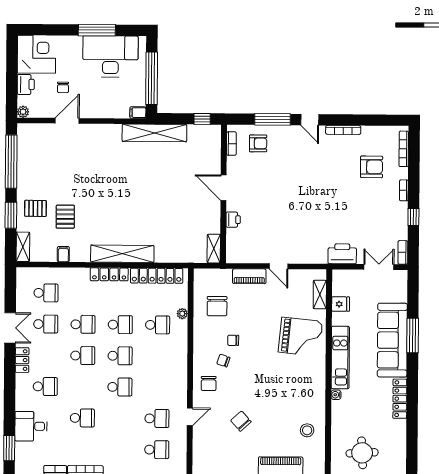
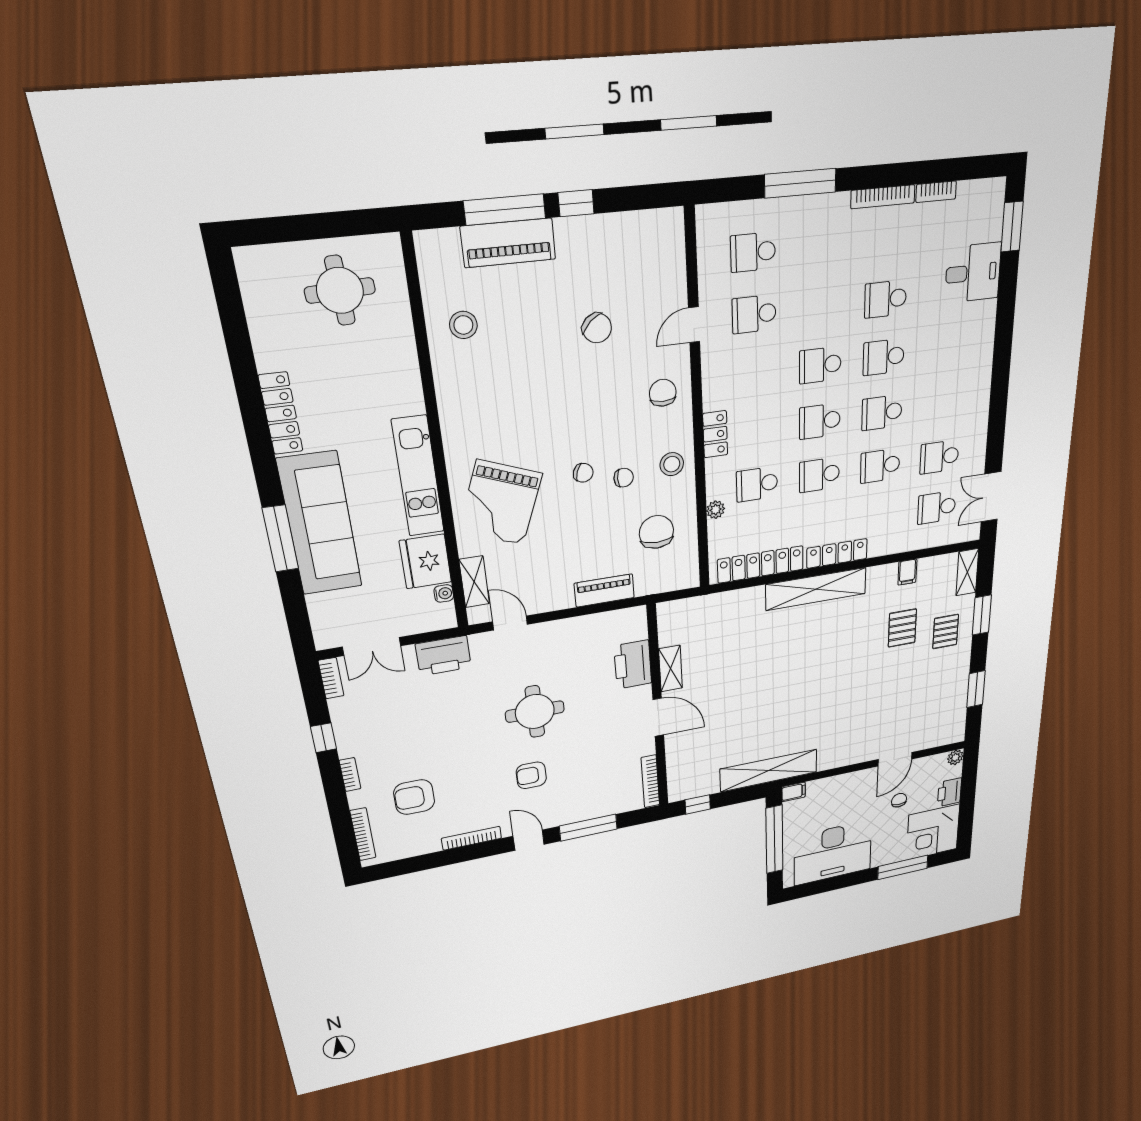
window: (97, 30) -> (903, 867), moved
armchair: (258, 143) -> (531, 775), moved
bookcase: (231, 144) -> (650, 781), width x1.56
window: (11, 162) -> (976, 689), width x0.47
pallet: (35, 208) -> (946, 632), turned 90
round table: (296, 208) -> (535, 712), added
printer: (233, 220) -> (633, 664), width x1.87, depth x1.48
shelving: (214, 249) -> (671, 669), moved
door: (278, 266) -> (510, 623), moved
fridge: (341, 304) -> (425, 561), width x1.88, depth x1.34
double door: (10, 328) -> (991, 497), moved
grand piano: (300, 337) -> (500, 503), turned -75
stool: (206, 344) -> (672, 464), added
locker: (22, 360) -> (715, 434), moved, turned 180
chair: (223, 361) -> (583, 473), moved
school desk: (45, 386) -> (884, 357), moved
water cooler: (336, 395) -> (444, 593), moved

